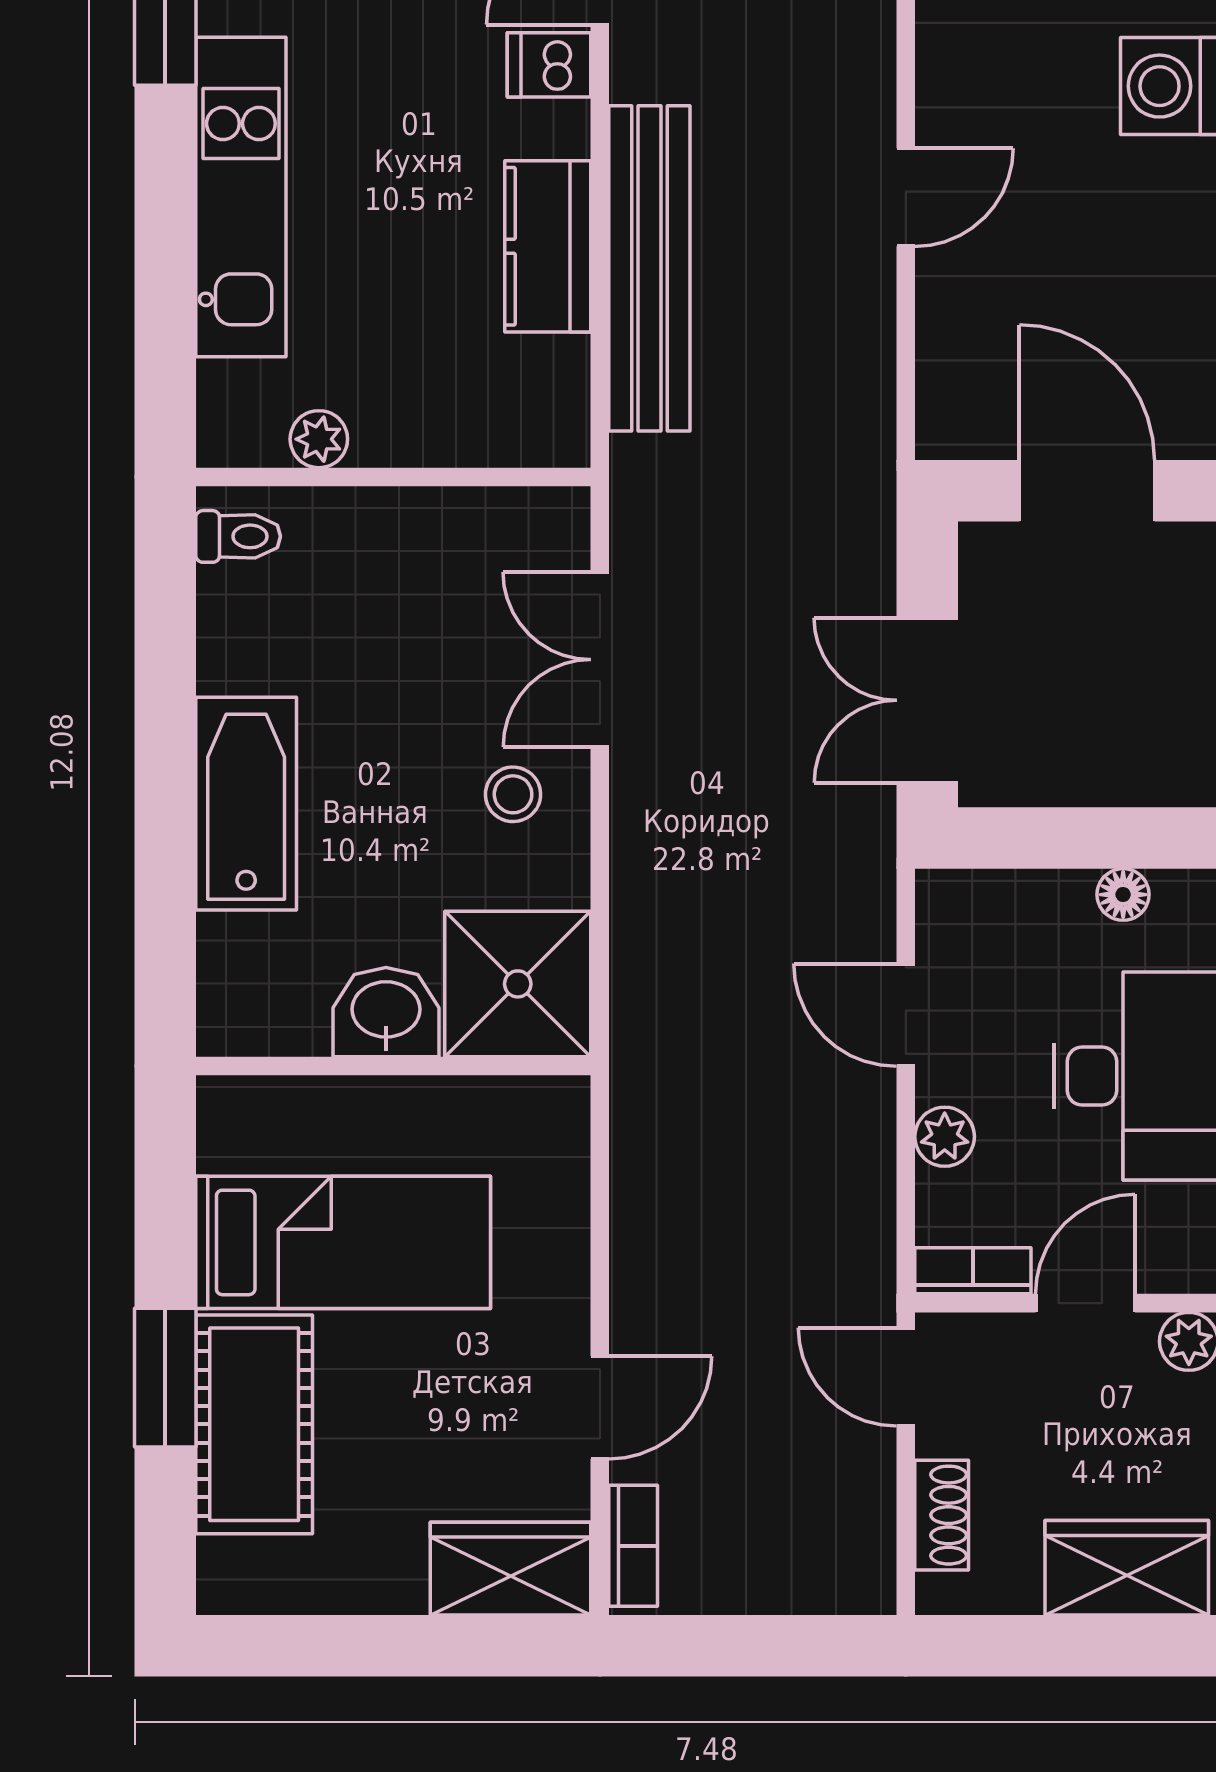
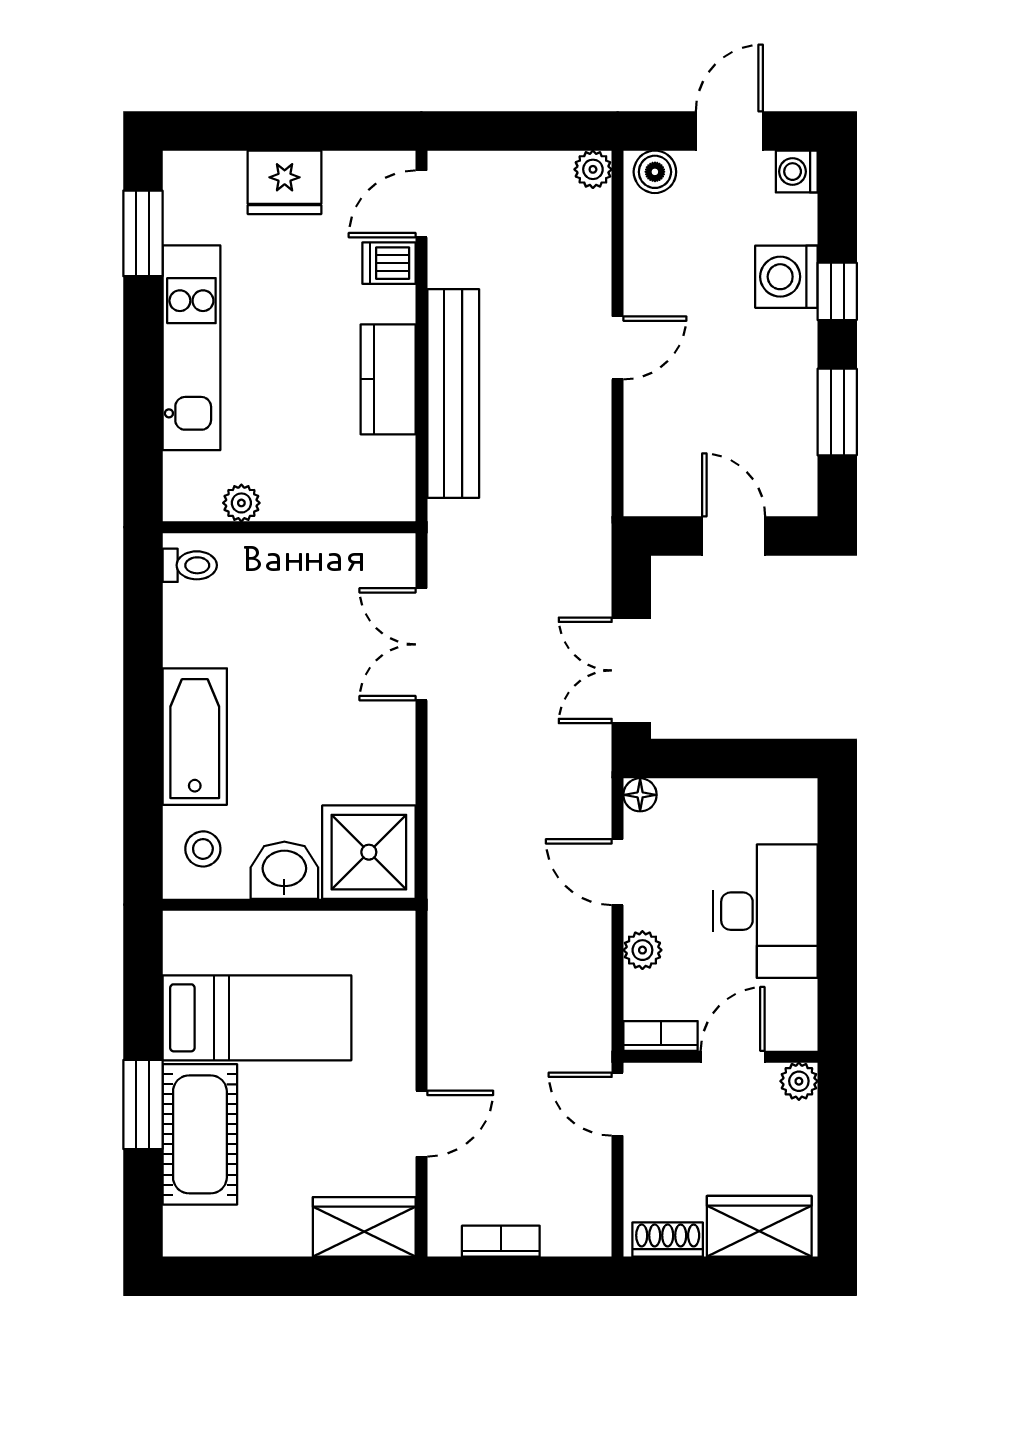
door: (1087, 491) -> (734, 536), width x0.73
stool: (513, 794) -> (203, 849), moved
floor lamp: (1123, 895) -> (640, 795), moved
shoe rack: (942, 1515) -> (668, 1240), moved, turned -90
bookcase: (633, 1546) -> (501, 1241), moved, turned -90

